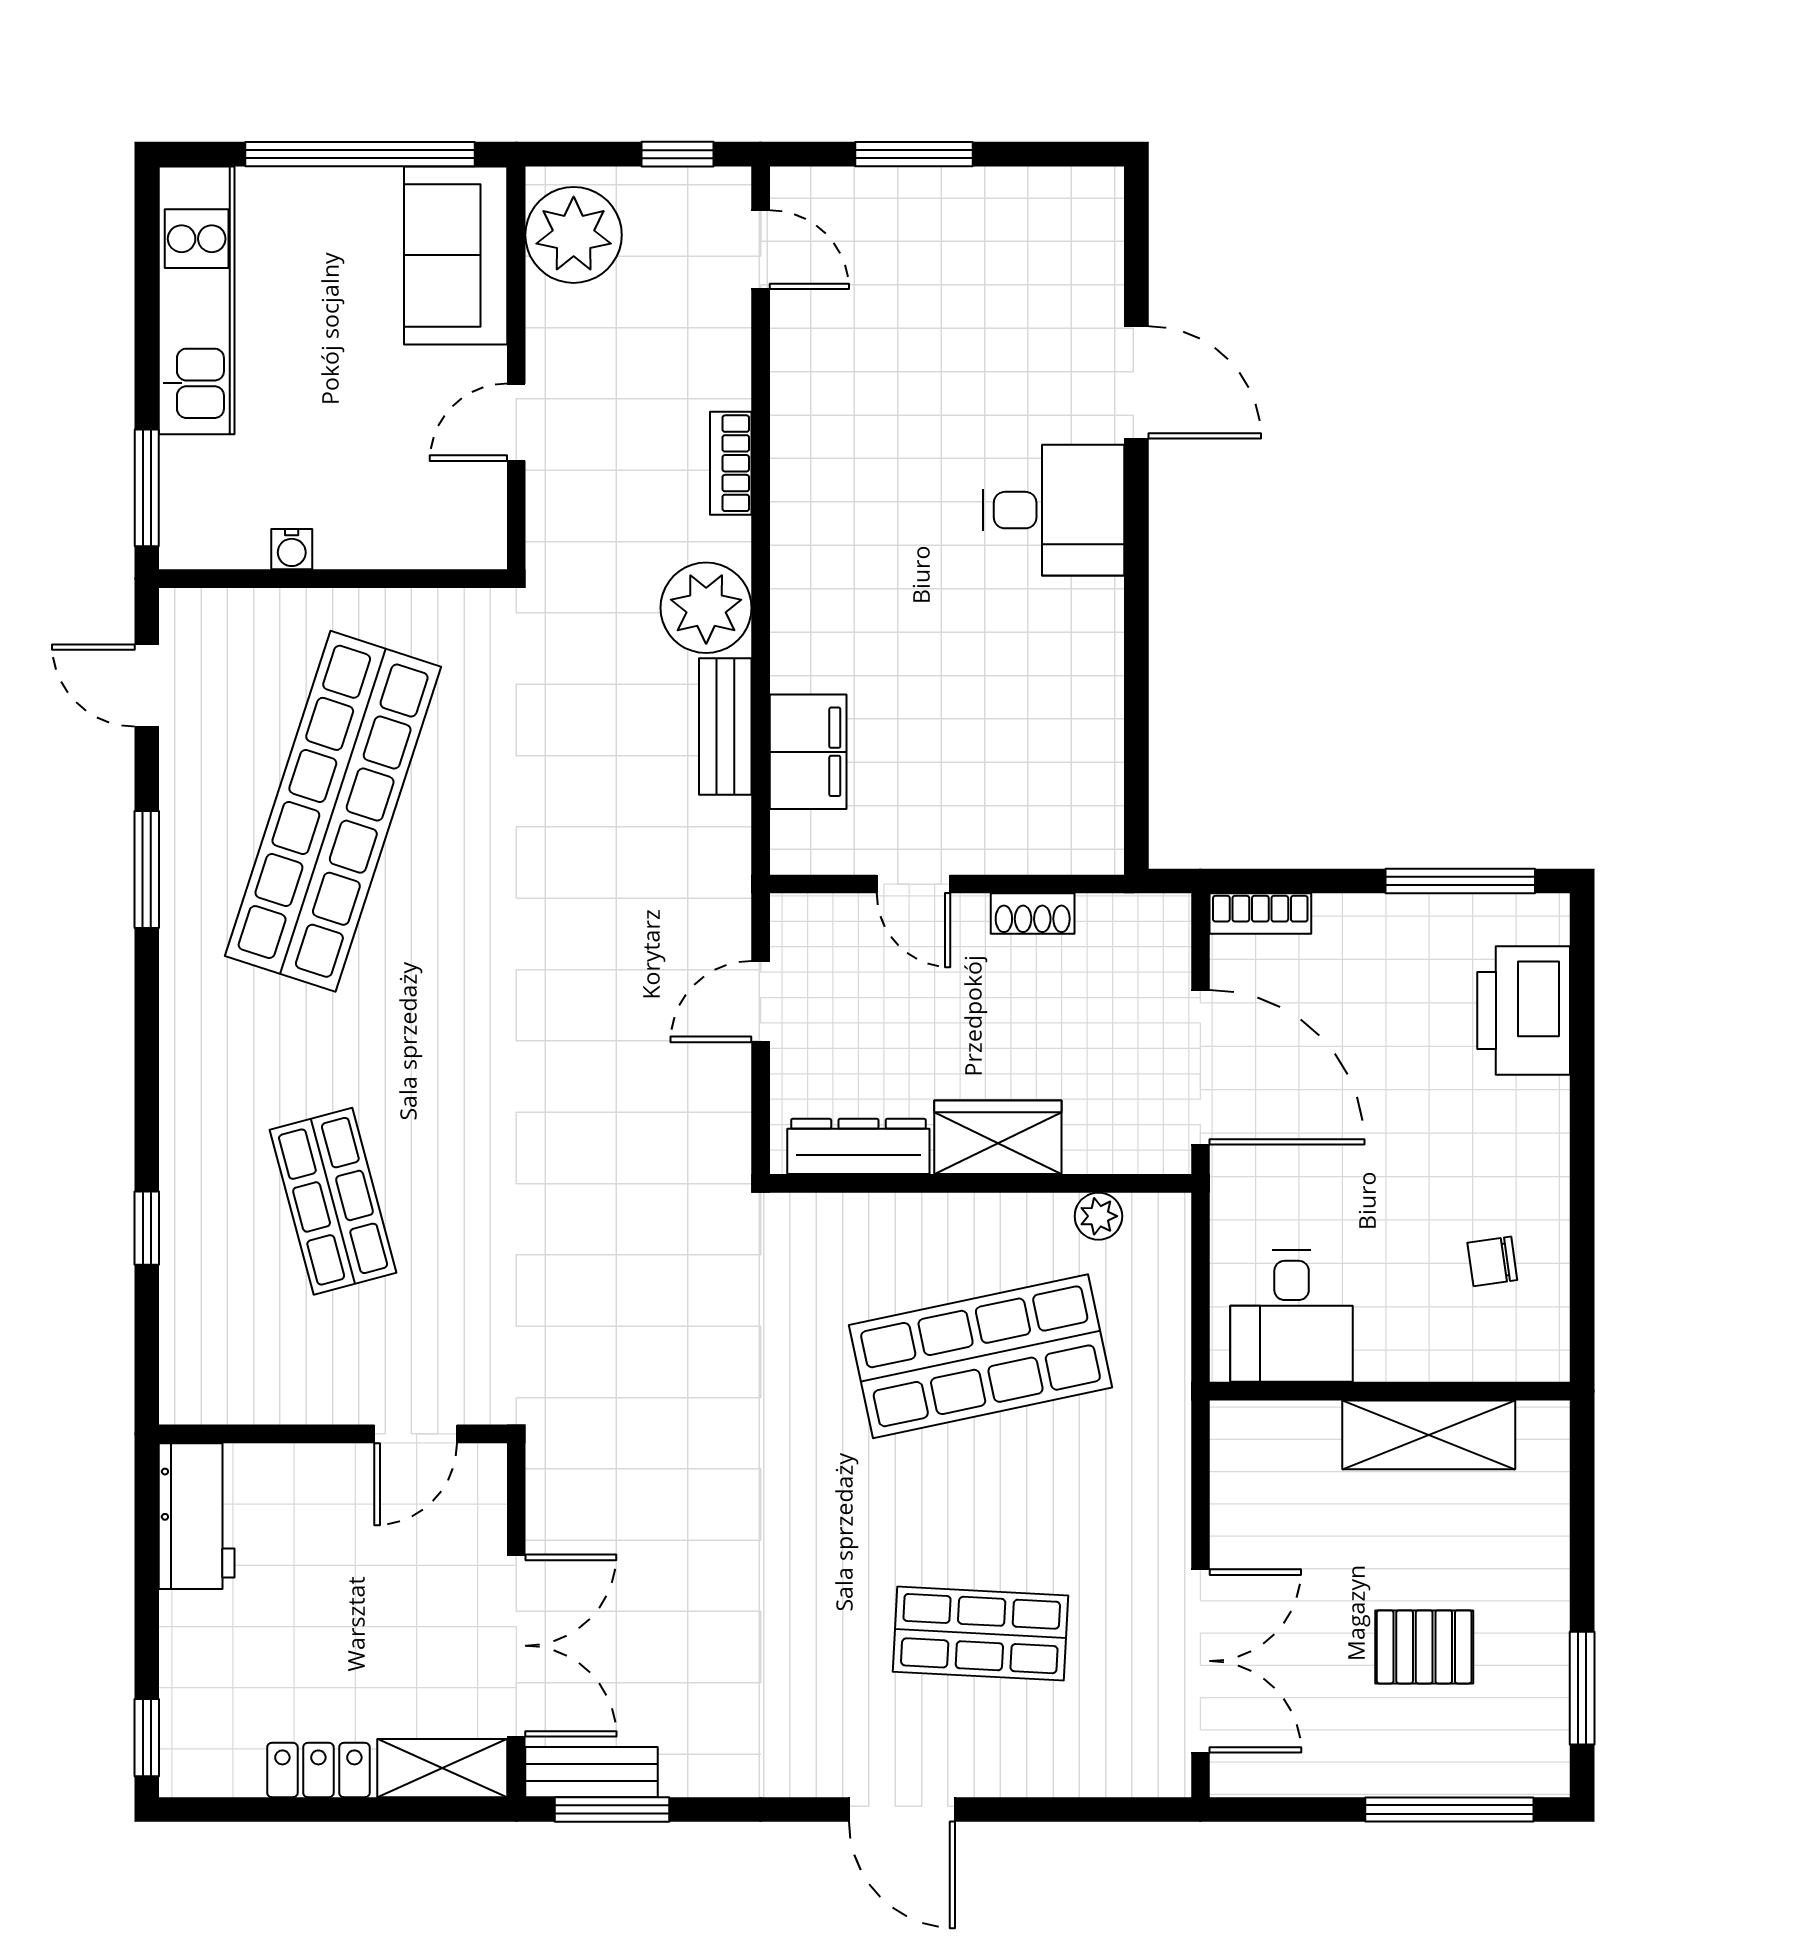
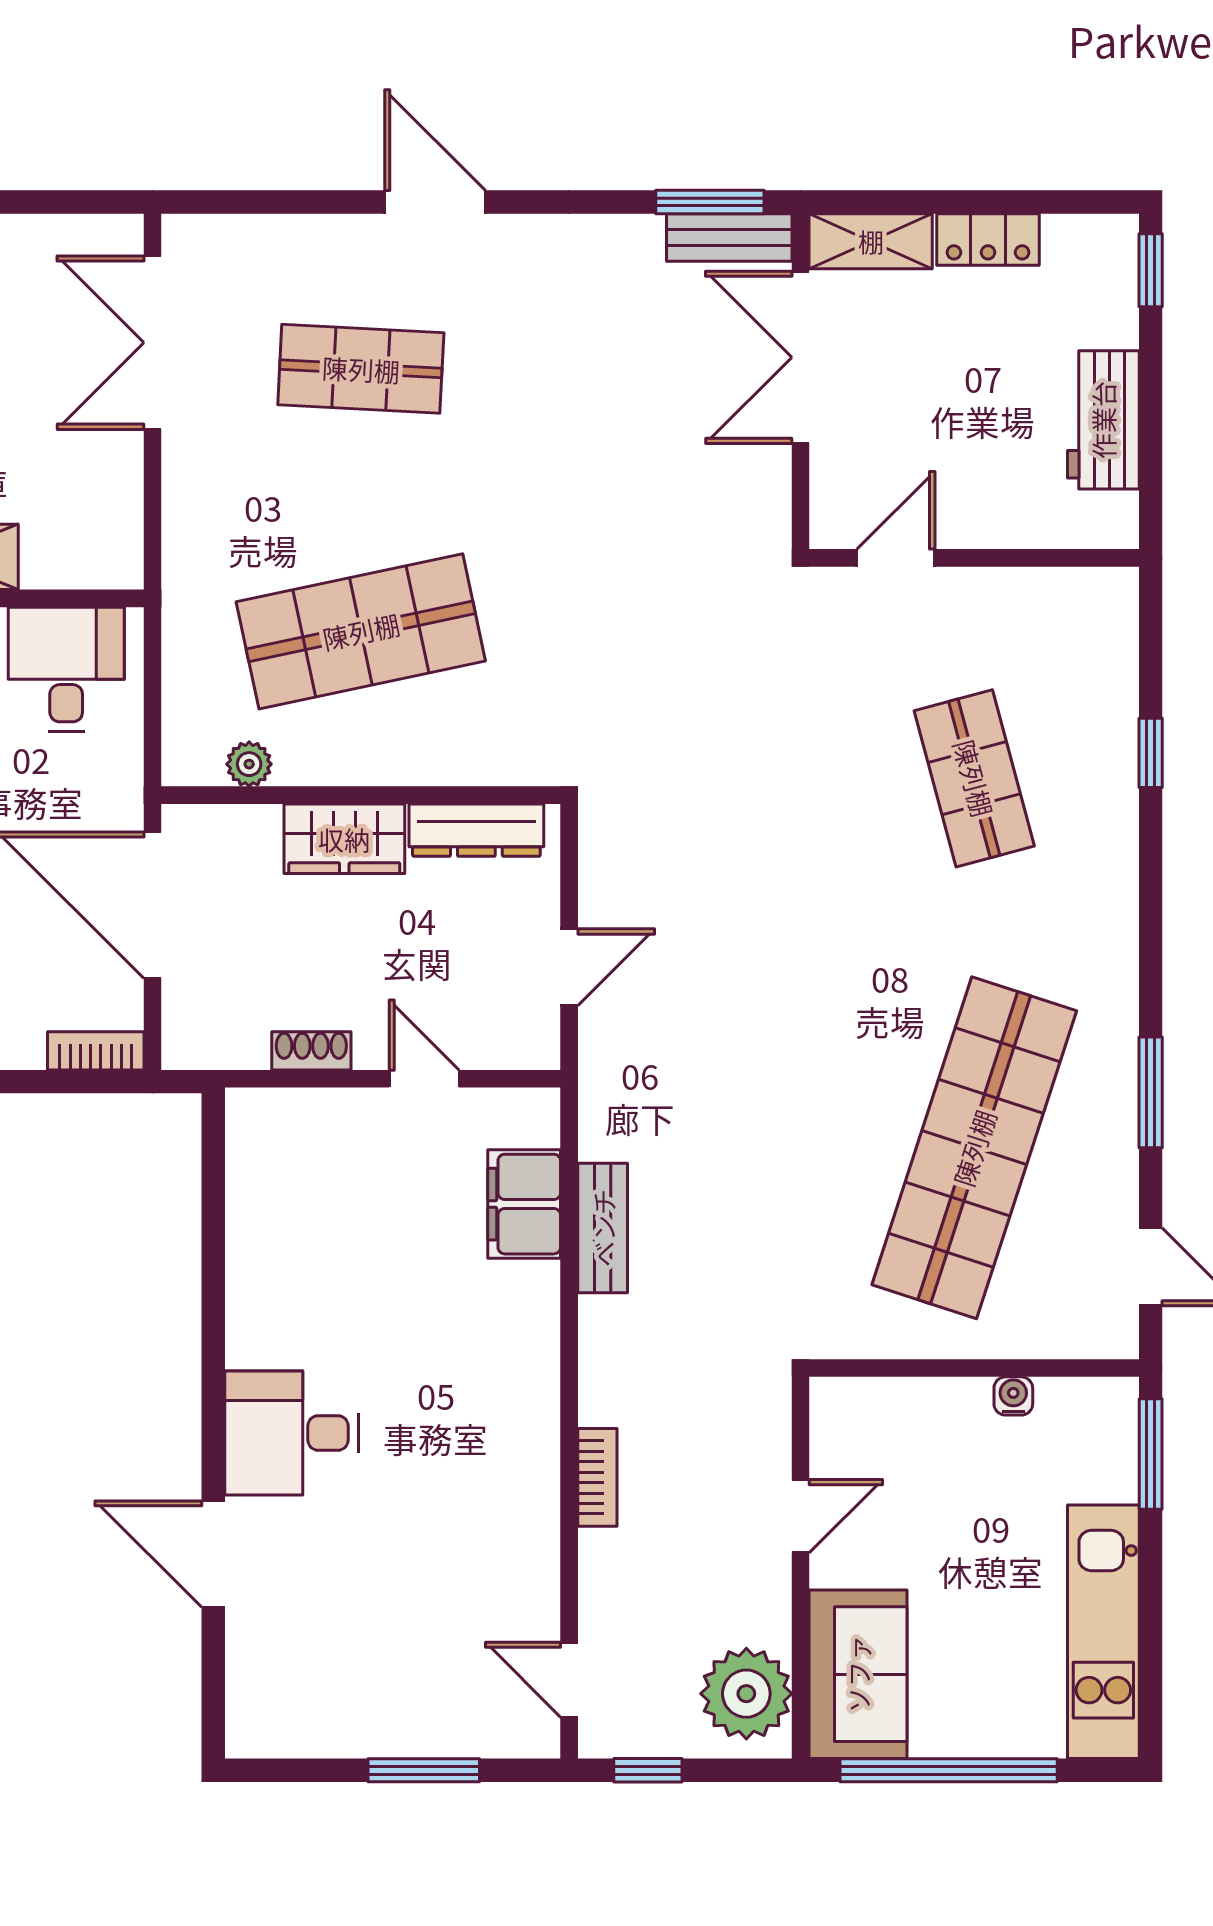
plant: (706, 608) -> (621, 1340), removed
workbench: (197, 1516) -> (1103, 420), moved

